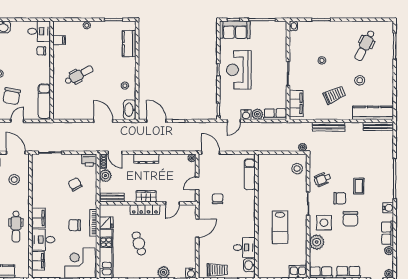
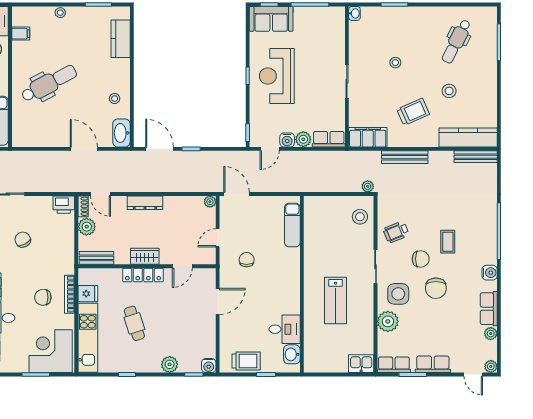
dental chair: (79, 75) -> (49, 83), width x1.36, depth x1.38
filing cabinet: (296, 103) -> (368, 137), moved, turned -90
chair: (75, 184) -> (23, 240), moved

